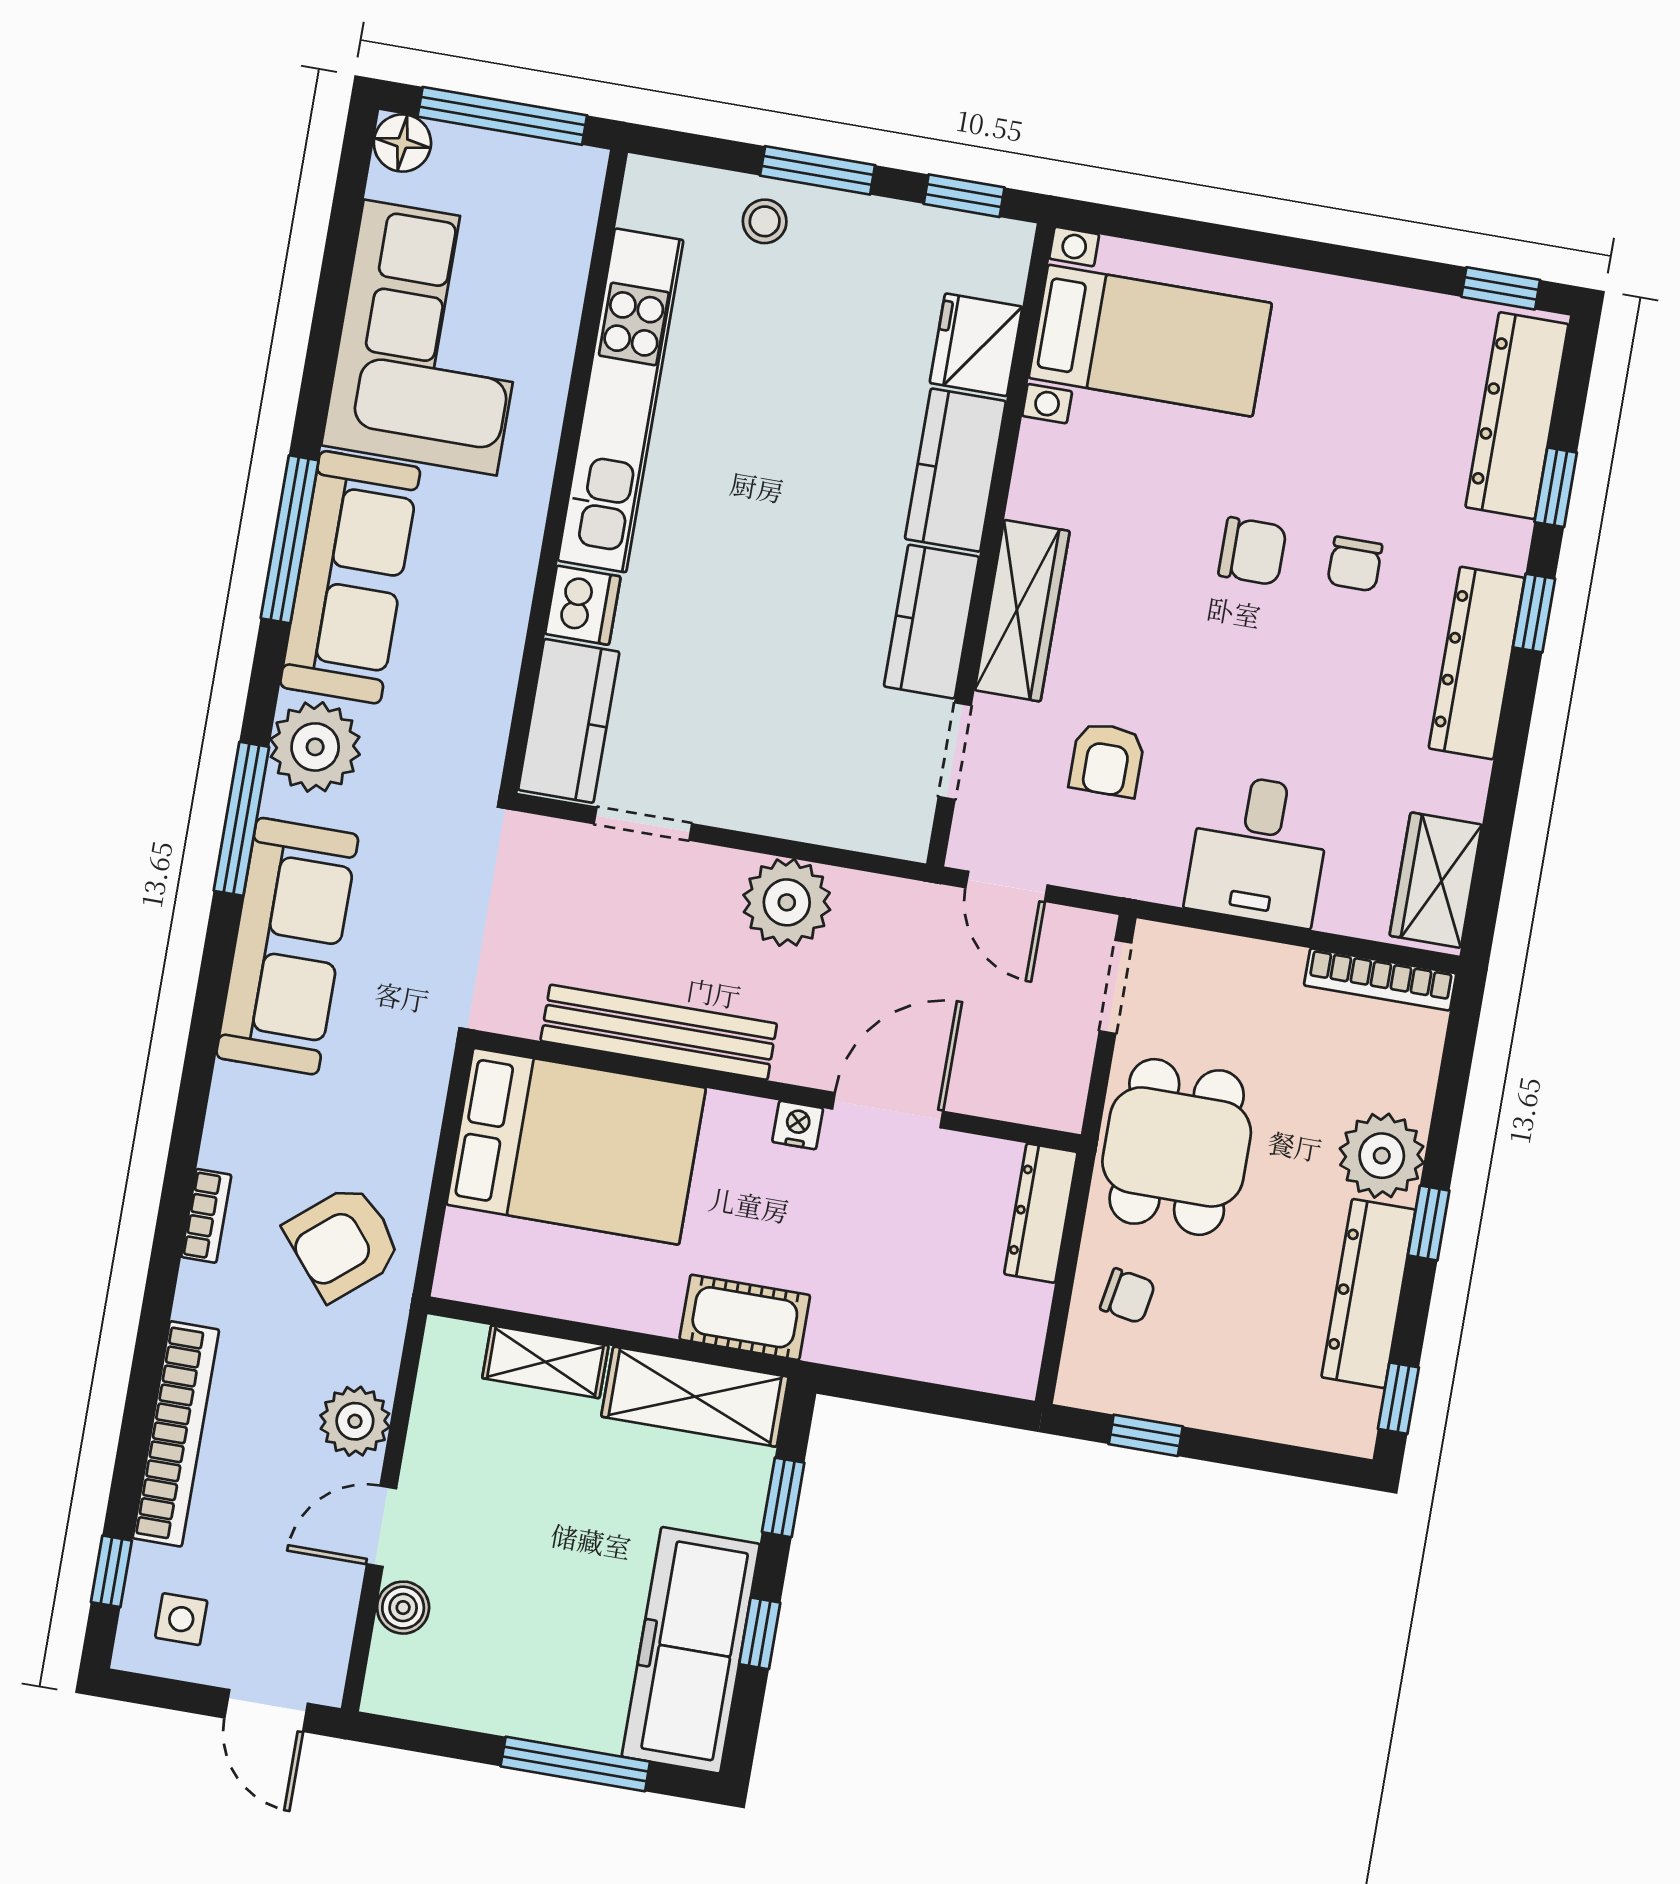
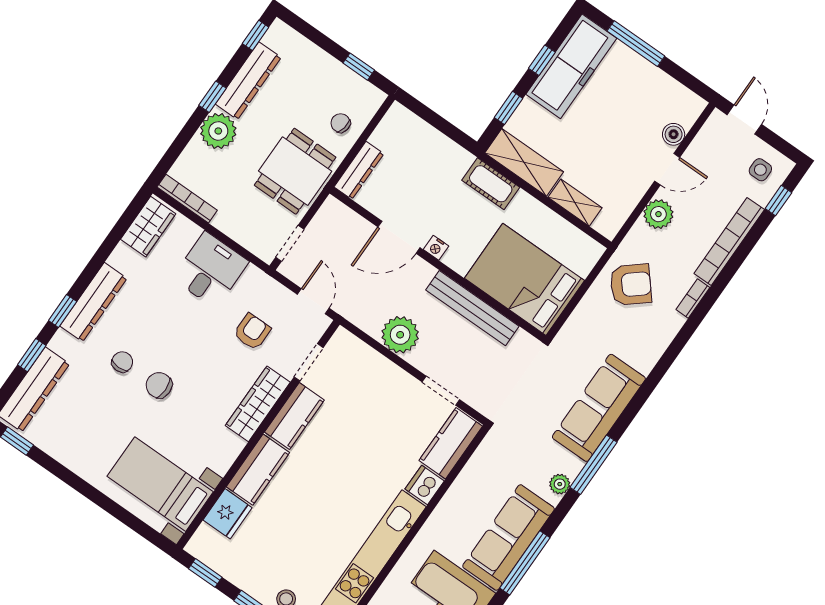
plant: (315, 747) -> (560, 484), width x0.53, depth x0.53
bookcase: (206, 1216) -> (693, 299), moved

